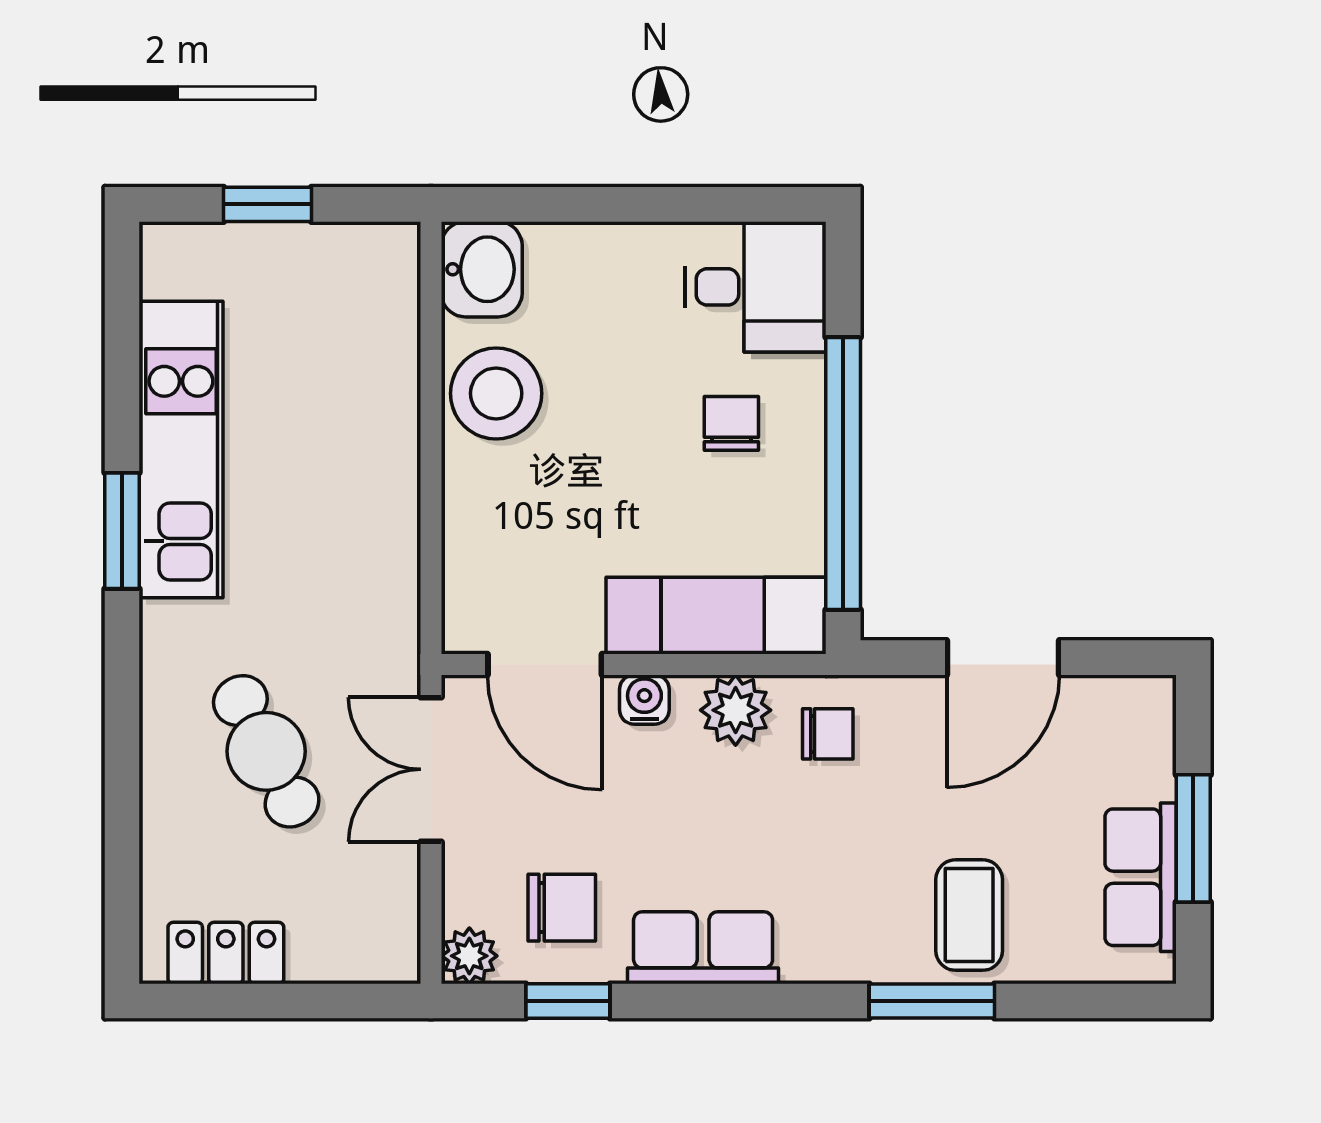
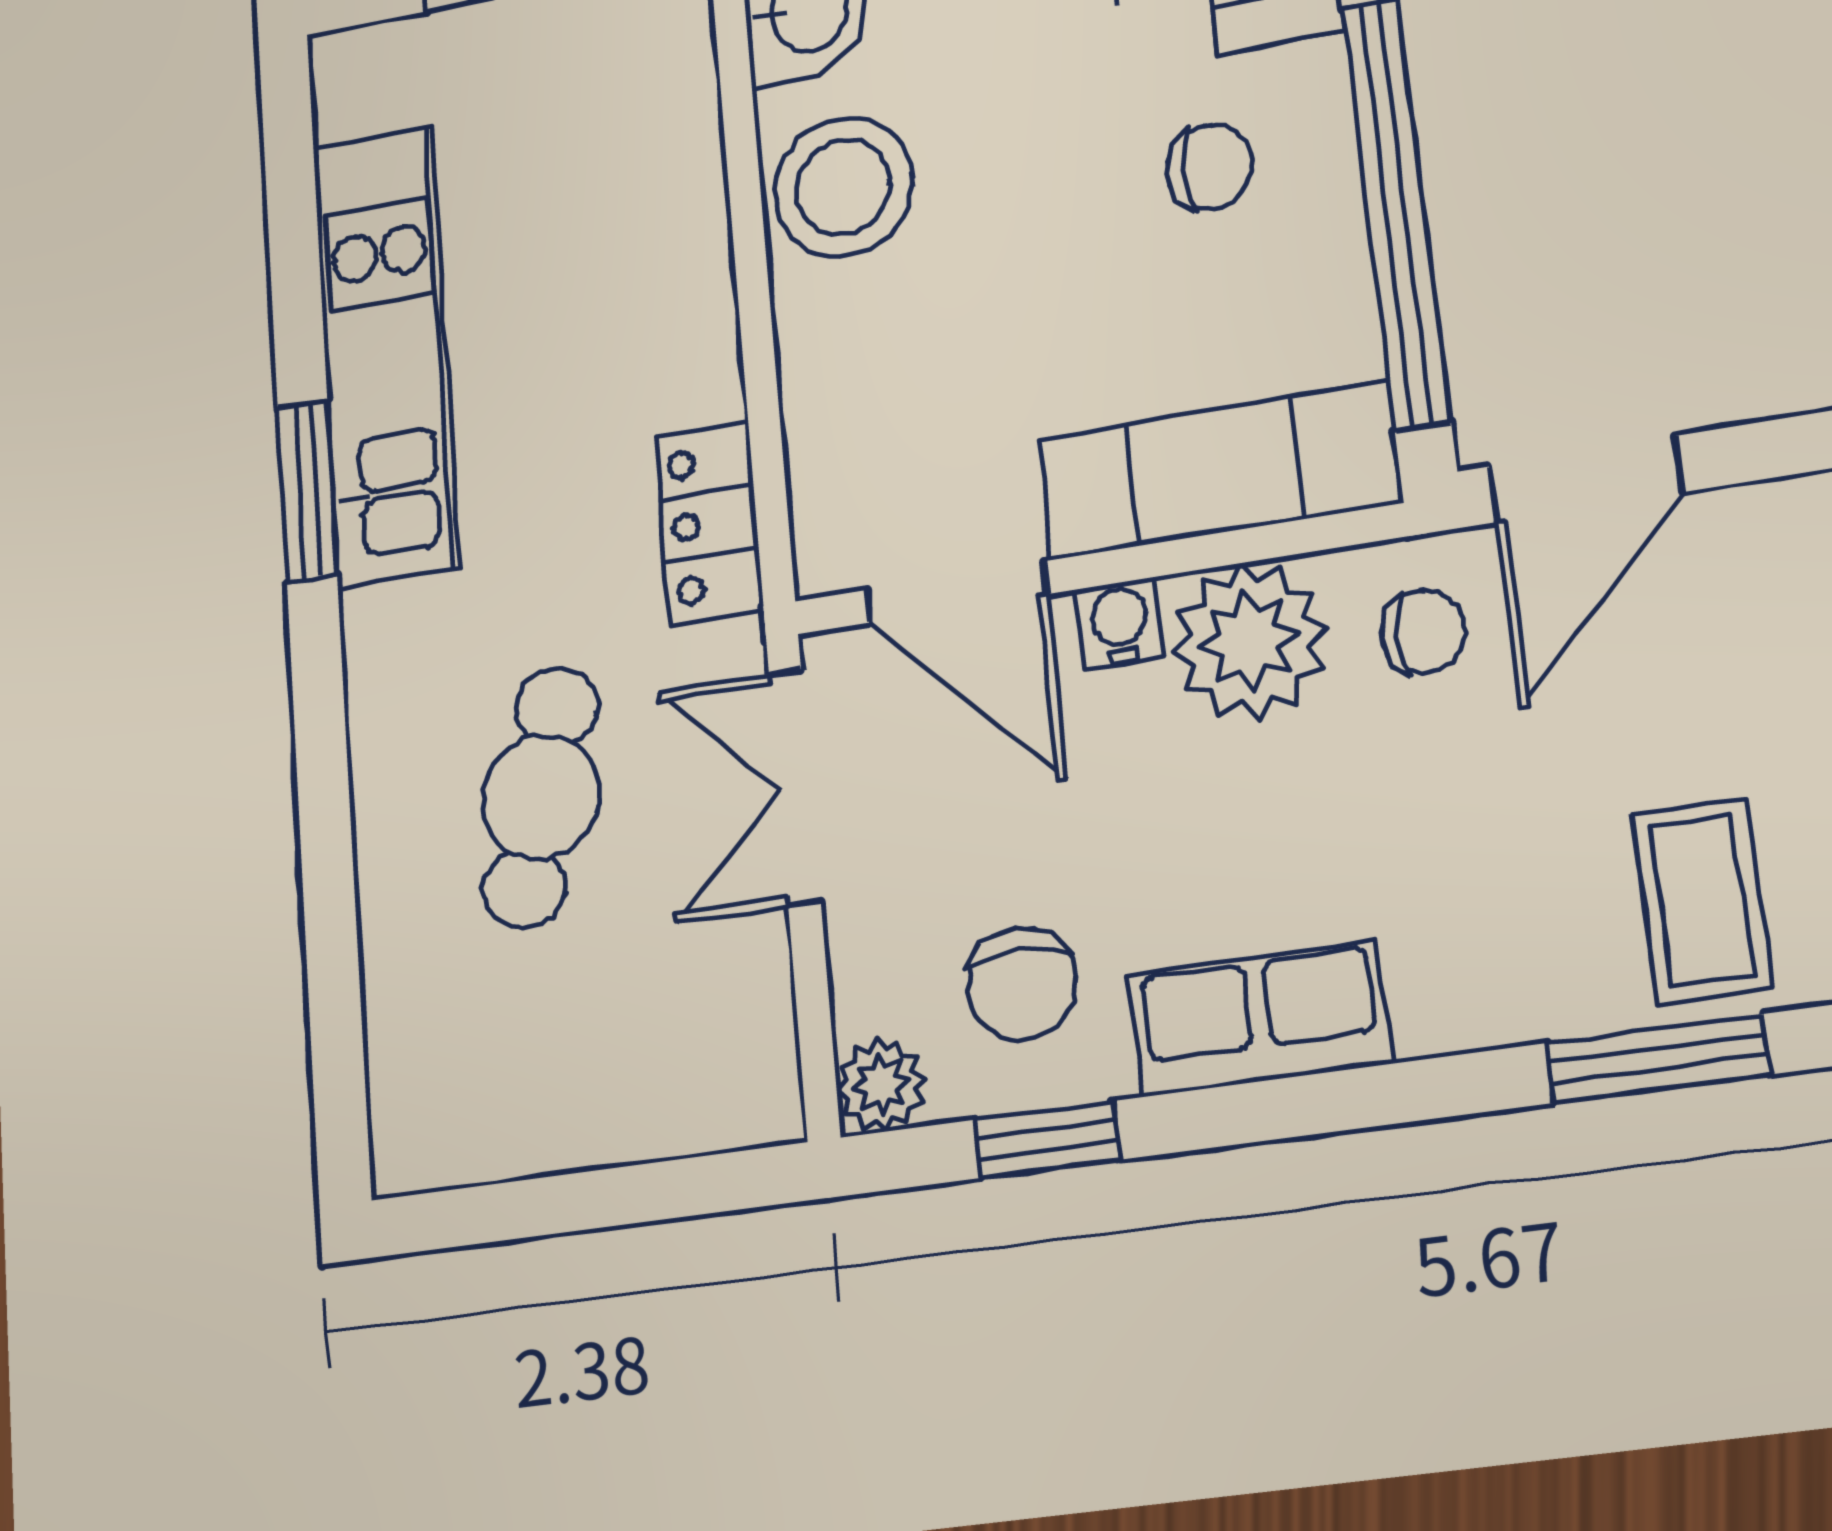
chair: (731, 423) -> (1210, 167), turned 90
door: (1003, 658) -> (1586, 479), moved
plant: (736, 710) -> (1249, 641), width x1.36, depth x1.36
cafe table: (266, 751) -> (540, 797), turned 42
chair: (562, 908) -> (1022, 983), turned 90
locker: (226, 953) -> (709, 524), moved, turned -90

